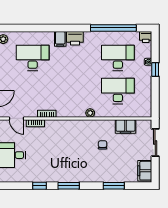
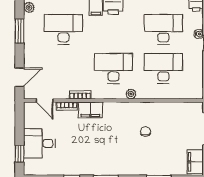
desk: (75, 91) -> (113, 68), added
filing cabinet: (126, 126) -> (90, 110), moved

